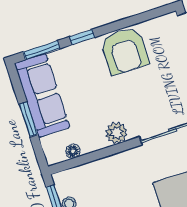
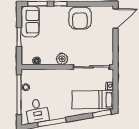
sofa: (42, 95) -> (30, 21), width x0.73

